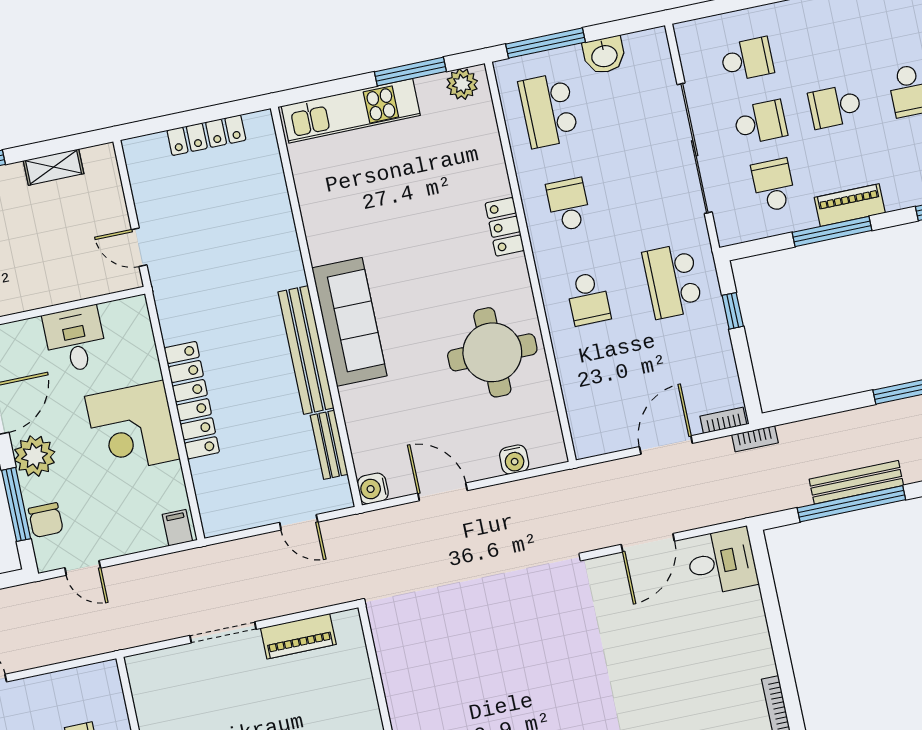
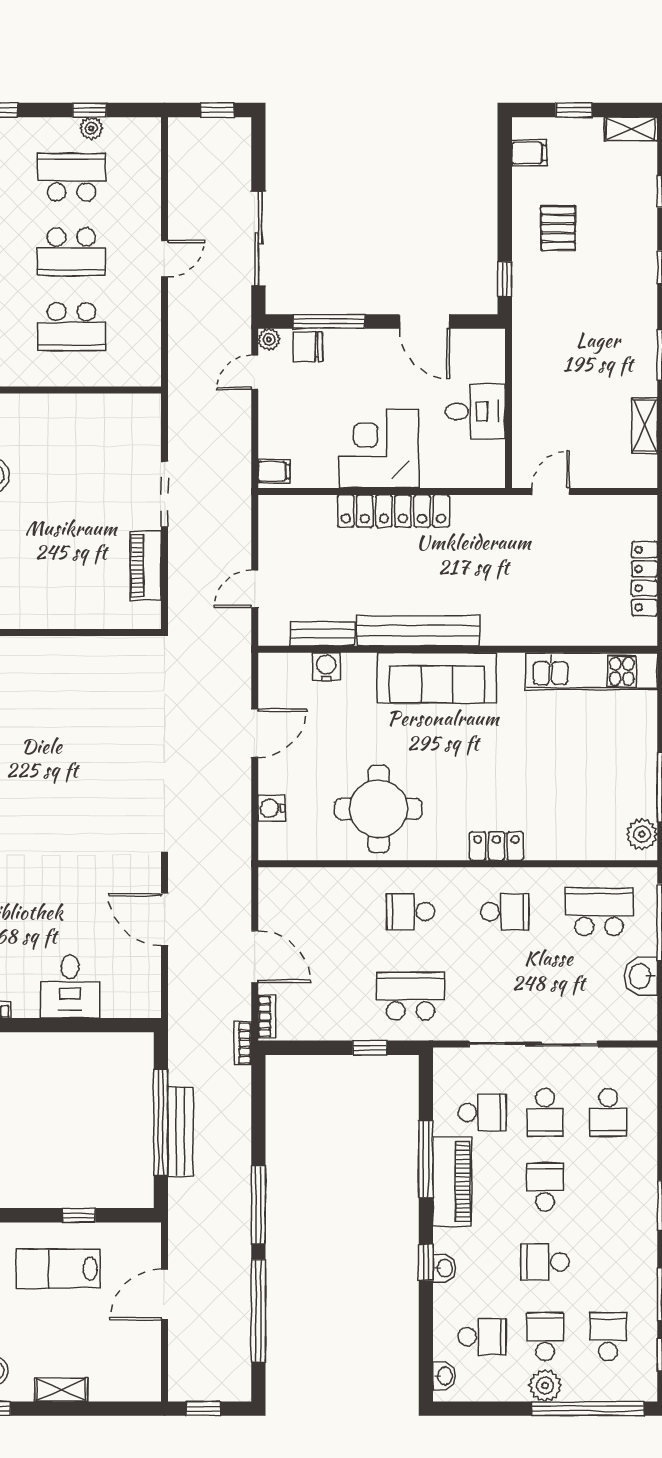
kitchen unit: (351, 111) -> (592, 671), moved, turned -90
piano: (850, 205) -> (452, 1181), width x1.37, depth x1.33
plant: (35, 456) -> (269, 339), moved, width x0.53, depth x0.53
water cooler: (373, 489) -> (326, 667), moved
desk: (722, 561) -> (70, 986), moved

